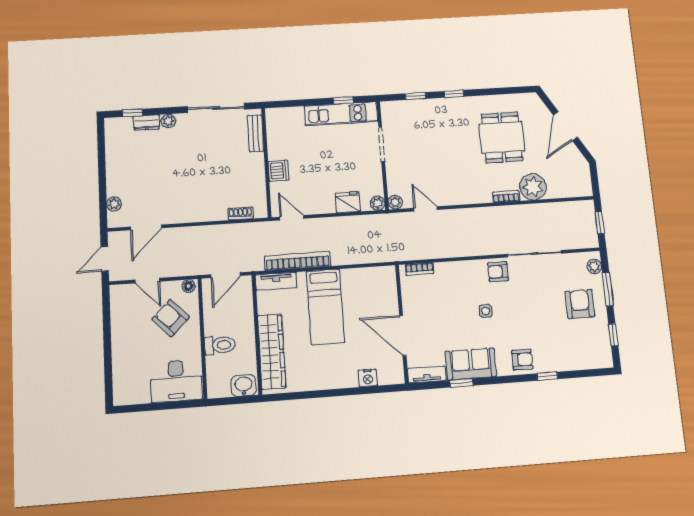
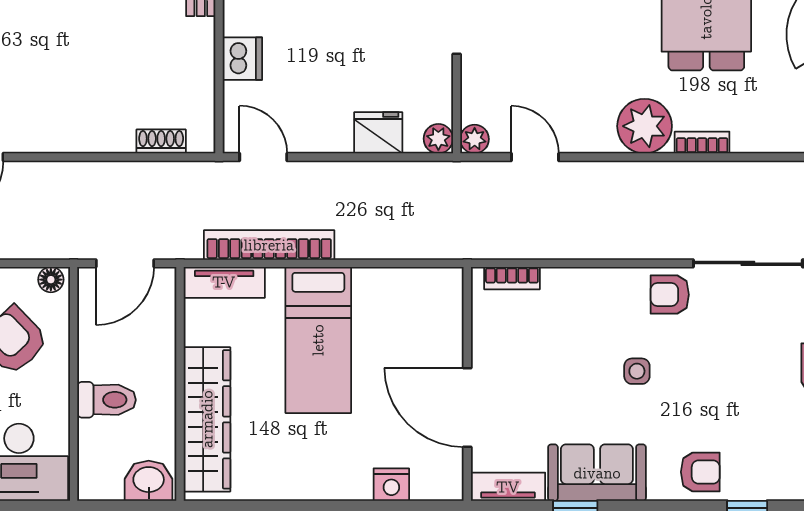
plant: (533, 187) -> (645, 126), moved

